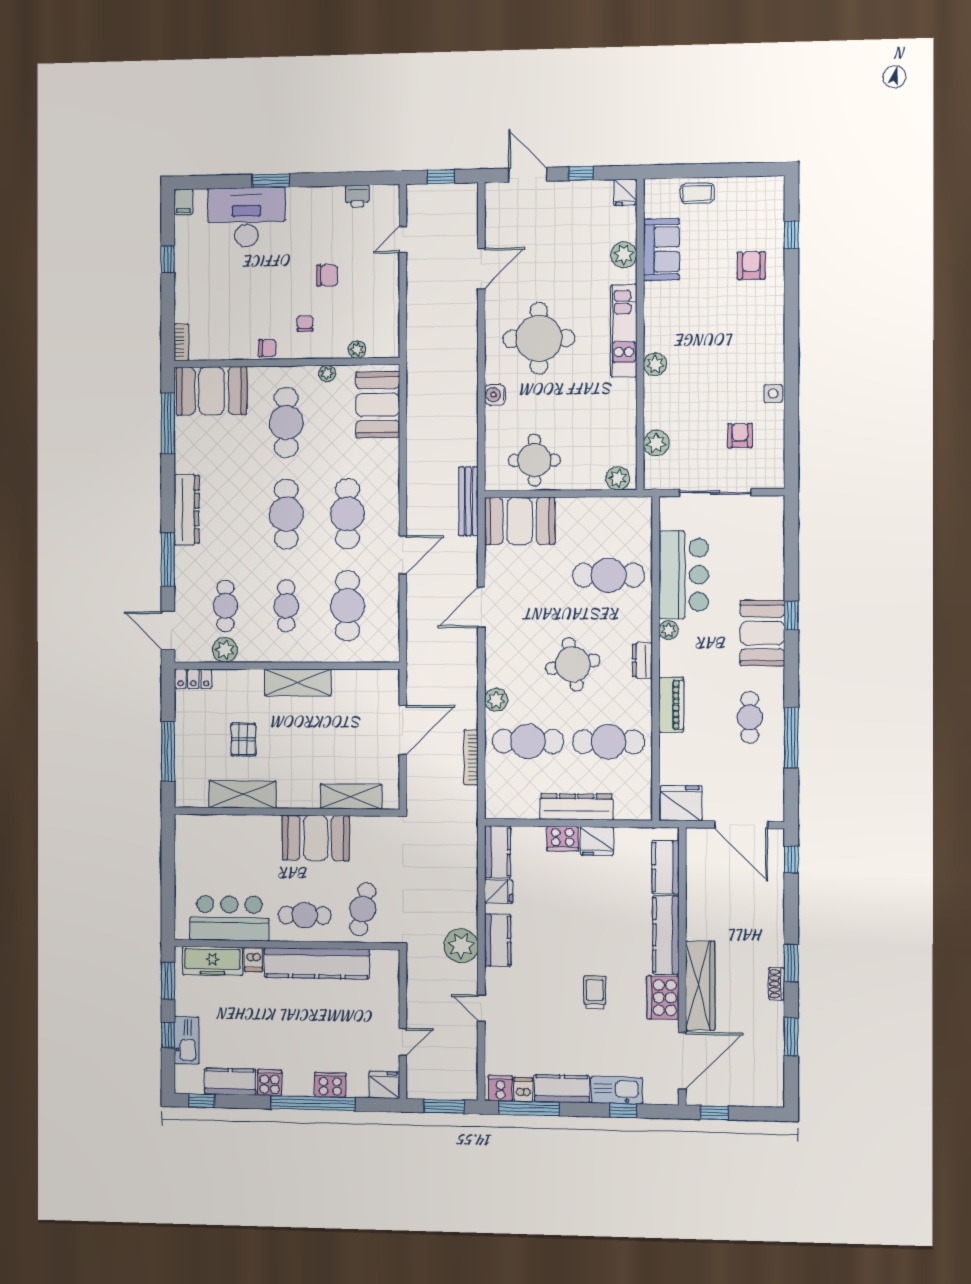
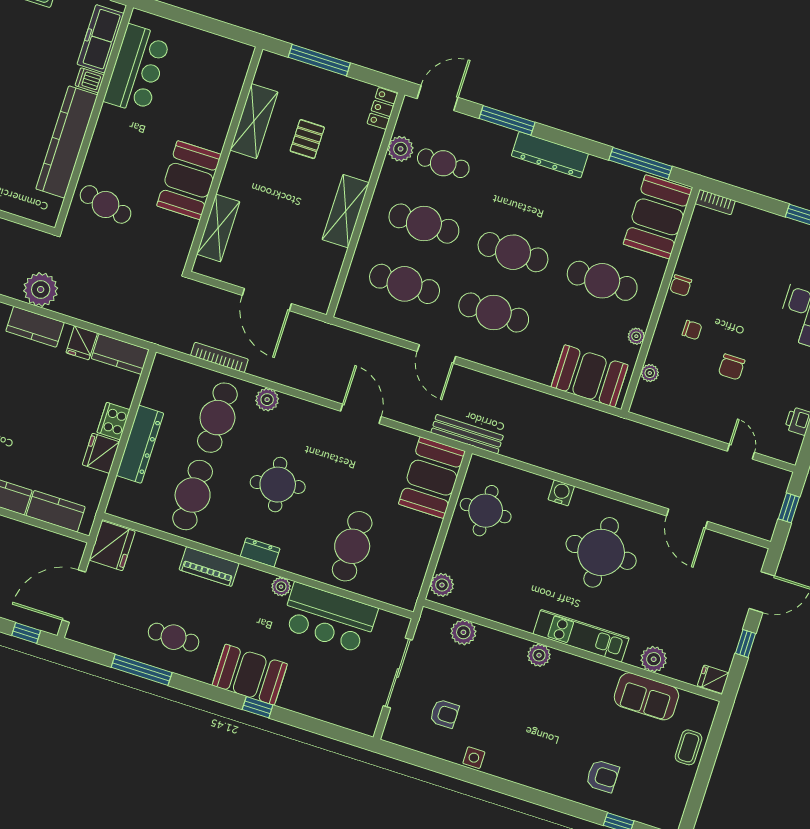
cafe table: (286, 606) -> (424, 224), width x1.37, depth x1.35
pallet: (243, 739) -> (307, 139), turned 90
cafe table: (305, 915) -> (117, 145), removed

